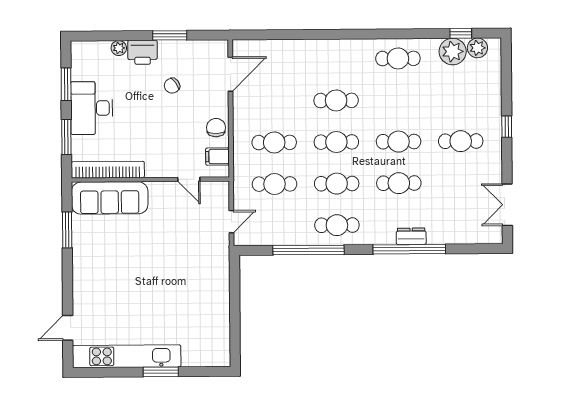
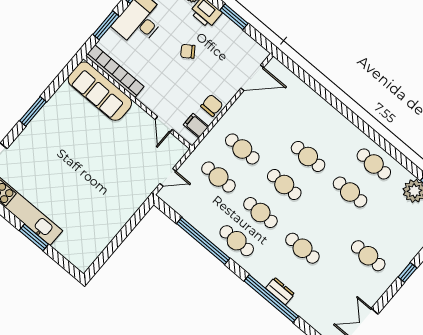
chair: (172, 86) -> (188, 51), moved
cafe table: (399, 142) -> (350, 192), moved
window: (67, 230) -> (33, 111), moved

